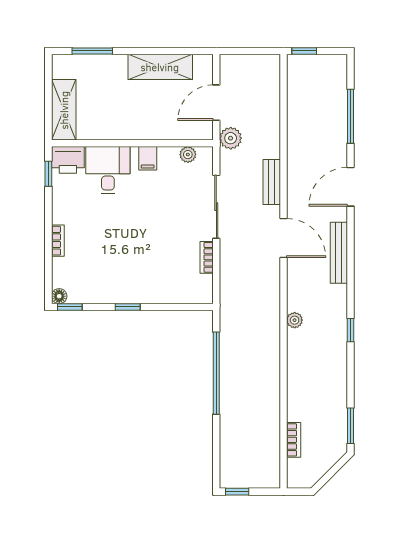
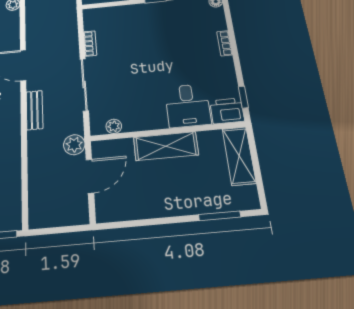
shelving: (160, 67) -> (166, 146), moved
filing cabinet: (148, 158) -> (151, 119), removed

